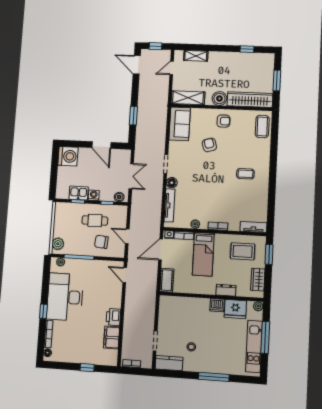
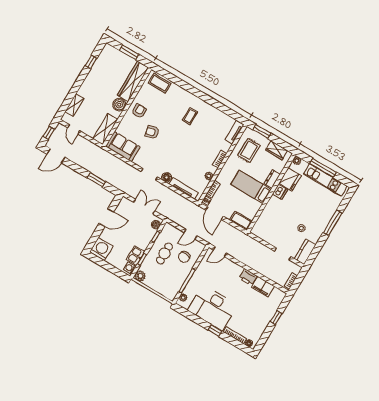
washing machine: (94, 195) -> (130, 268), moved
plant: (58, 244) -> (140, 276), moved
bed: (203, 254) -> (251, 187), moved, turned 180

